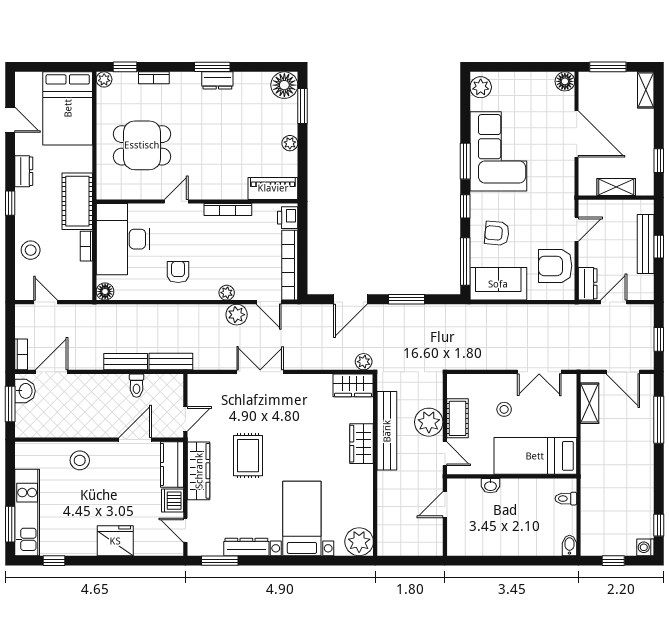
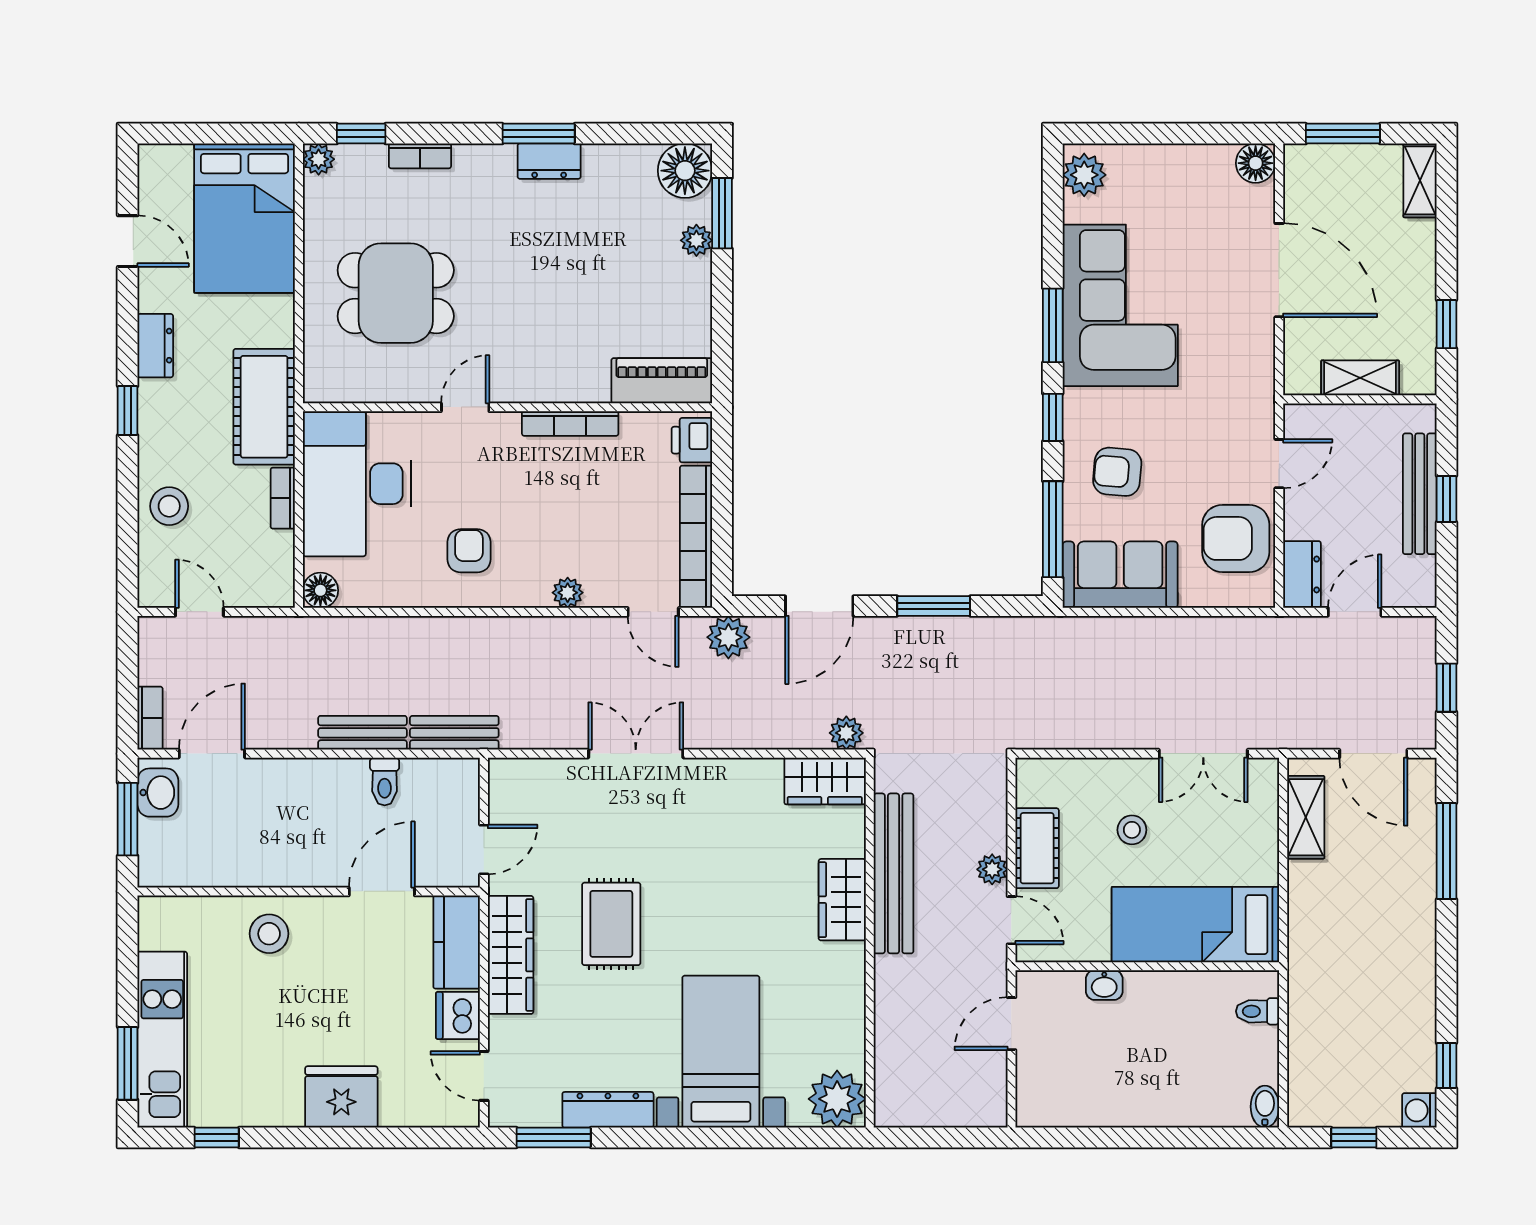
plant: (290, 143) -> (696, 240), moved
plant: (237, 315) -> (728, 637), moved
plant: (429, 422) -> (992, 869), width x0.53, depth x0.53

